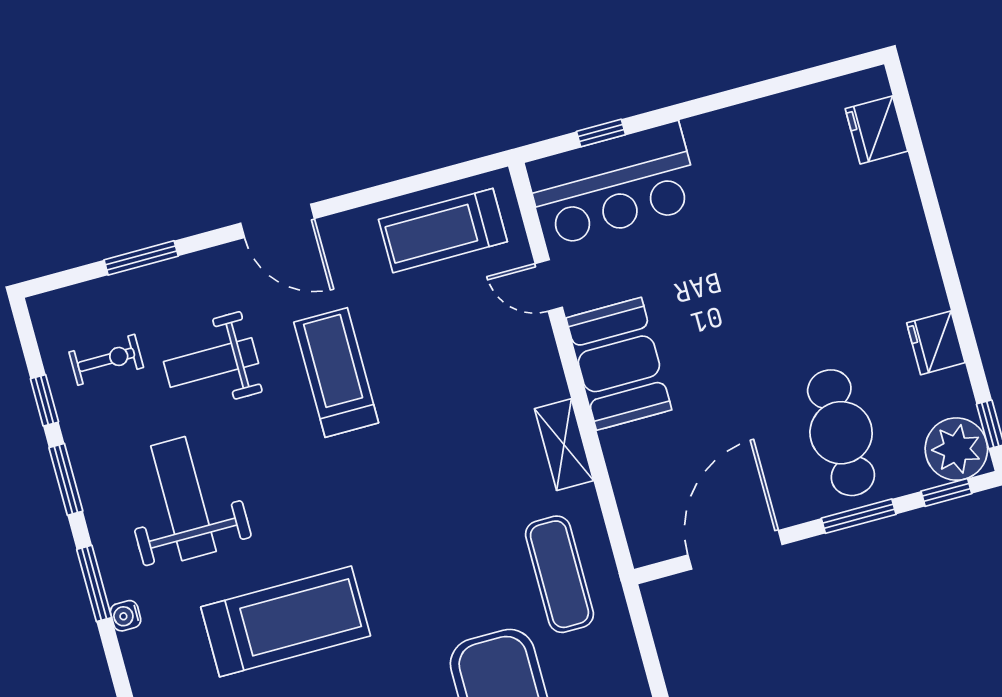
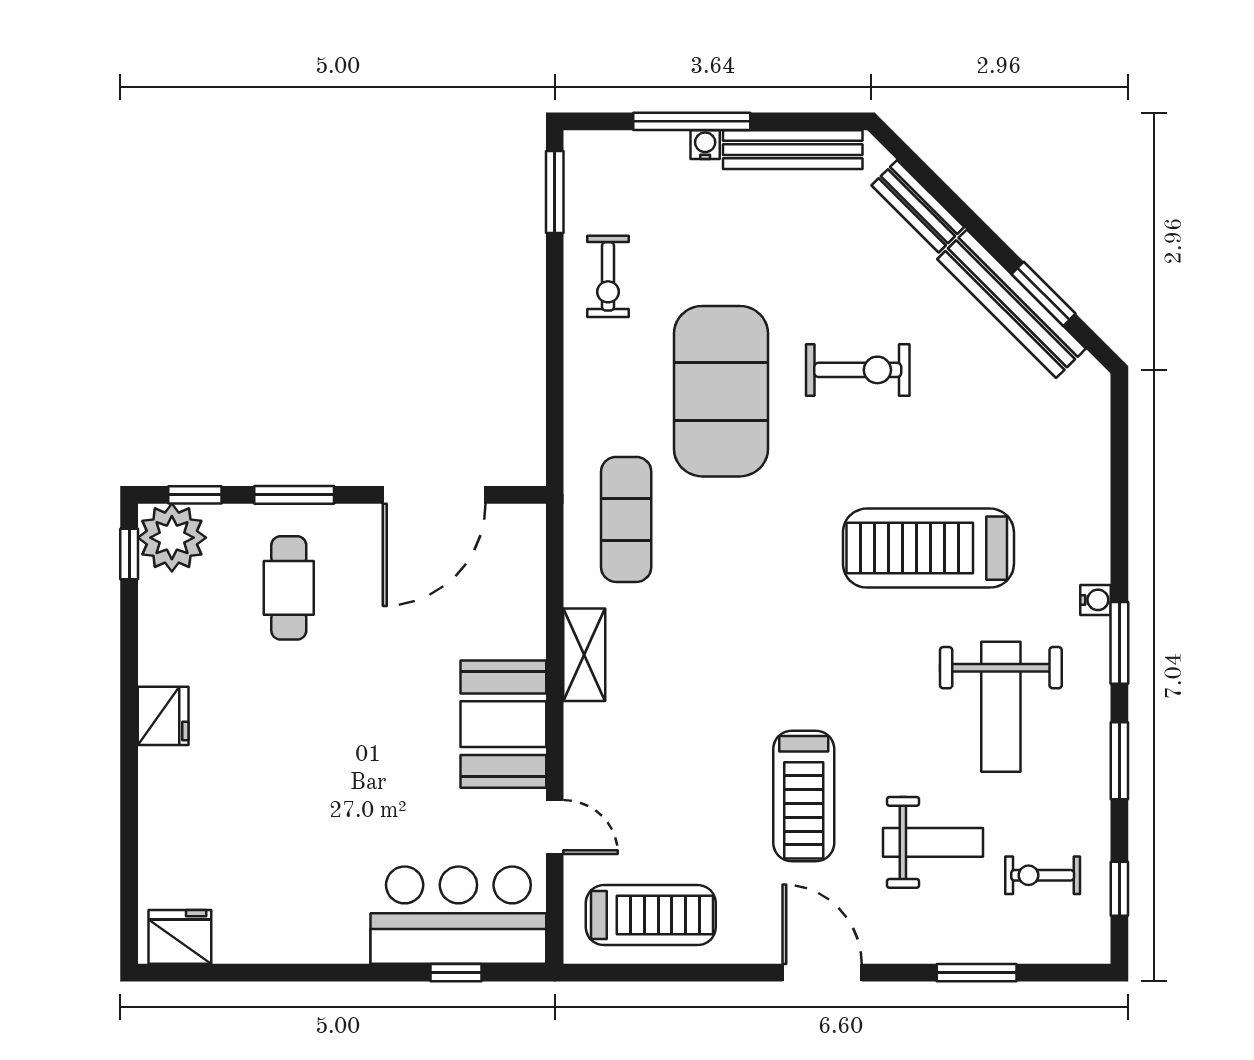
fridge: (876, 130) -> (180, 937), moved, turned -90
fridge: (936, 343) -> (163, 716), moved
window: (44, 400) -> (1119, 889), moved
cafe table: (841, 433) -> (289, 588), width x0.73, depth x0.74

